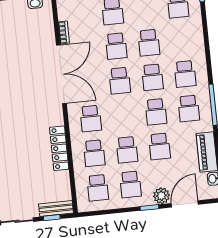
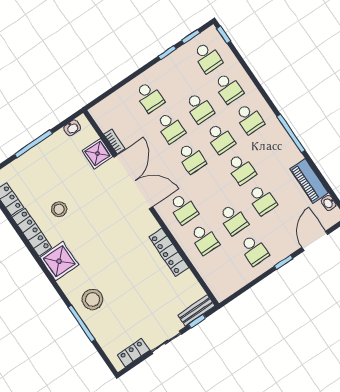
shower: (44, 35) -> (97, 153), added
school desk: (189, 108) -> (228, 88), moved
school desk: (98, 188) -> (225, 270), removed
plant: (161, 196) -> (289, 245), removed

